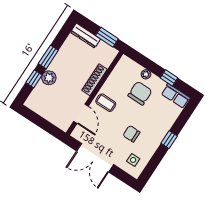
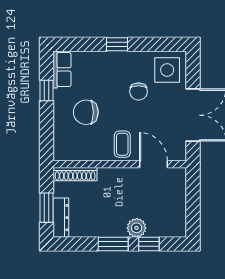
window: (107, 37) -> (47, 208), moved
plant: (146, 74) -> (60, 120), removed
shoe rack: (95, 80) -> (75, 174), moved
door: (81, 114) -> (153, 164), hinge flipped
side table: (133, 160) -> (167, 70), width x1.87, depth x1.87

